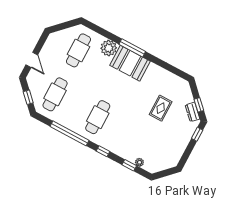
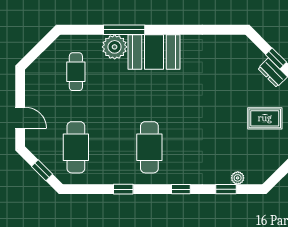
window: (132, 48) -> (124, 30), moved
cafe table: (78, 50) -> (76, 72), width x0.73, depth x0.74
rug: (161, 108) -> (265, 118), moved, turned 90
window: (70, 133) -> (123, 189), width x0.32

